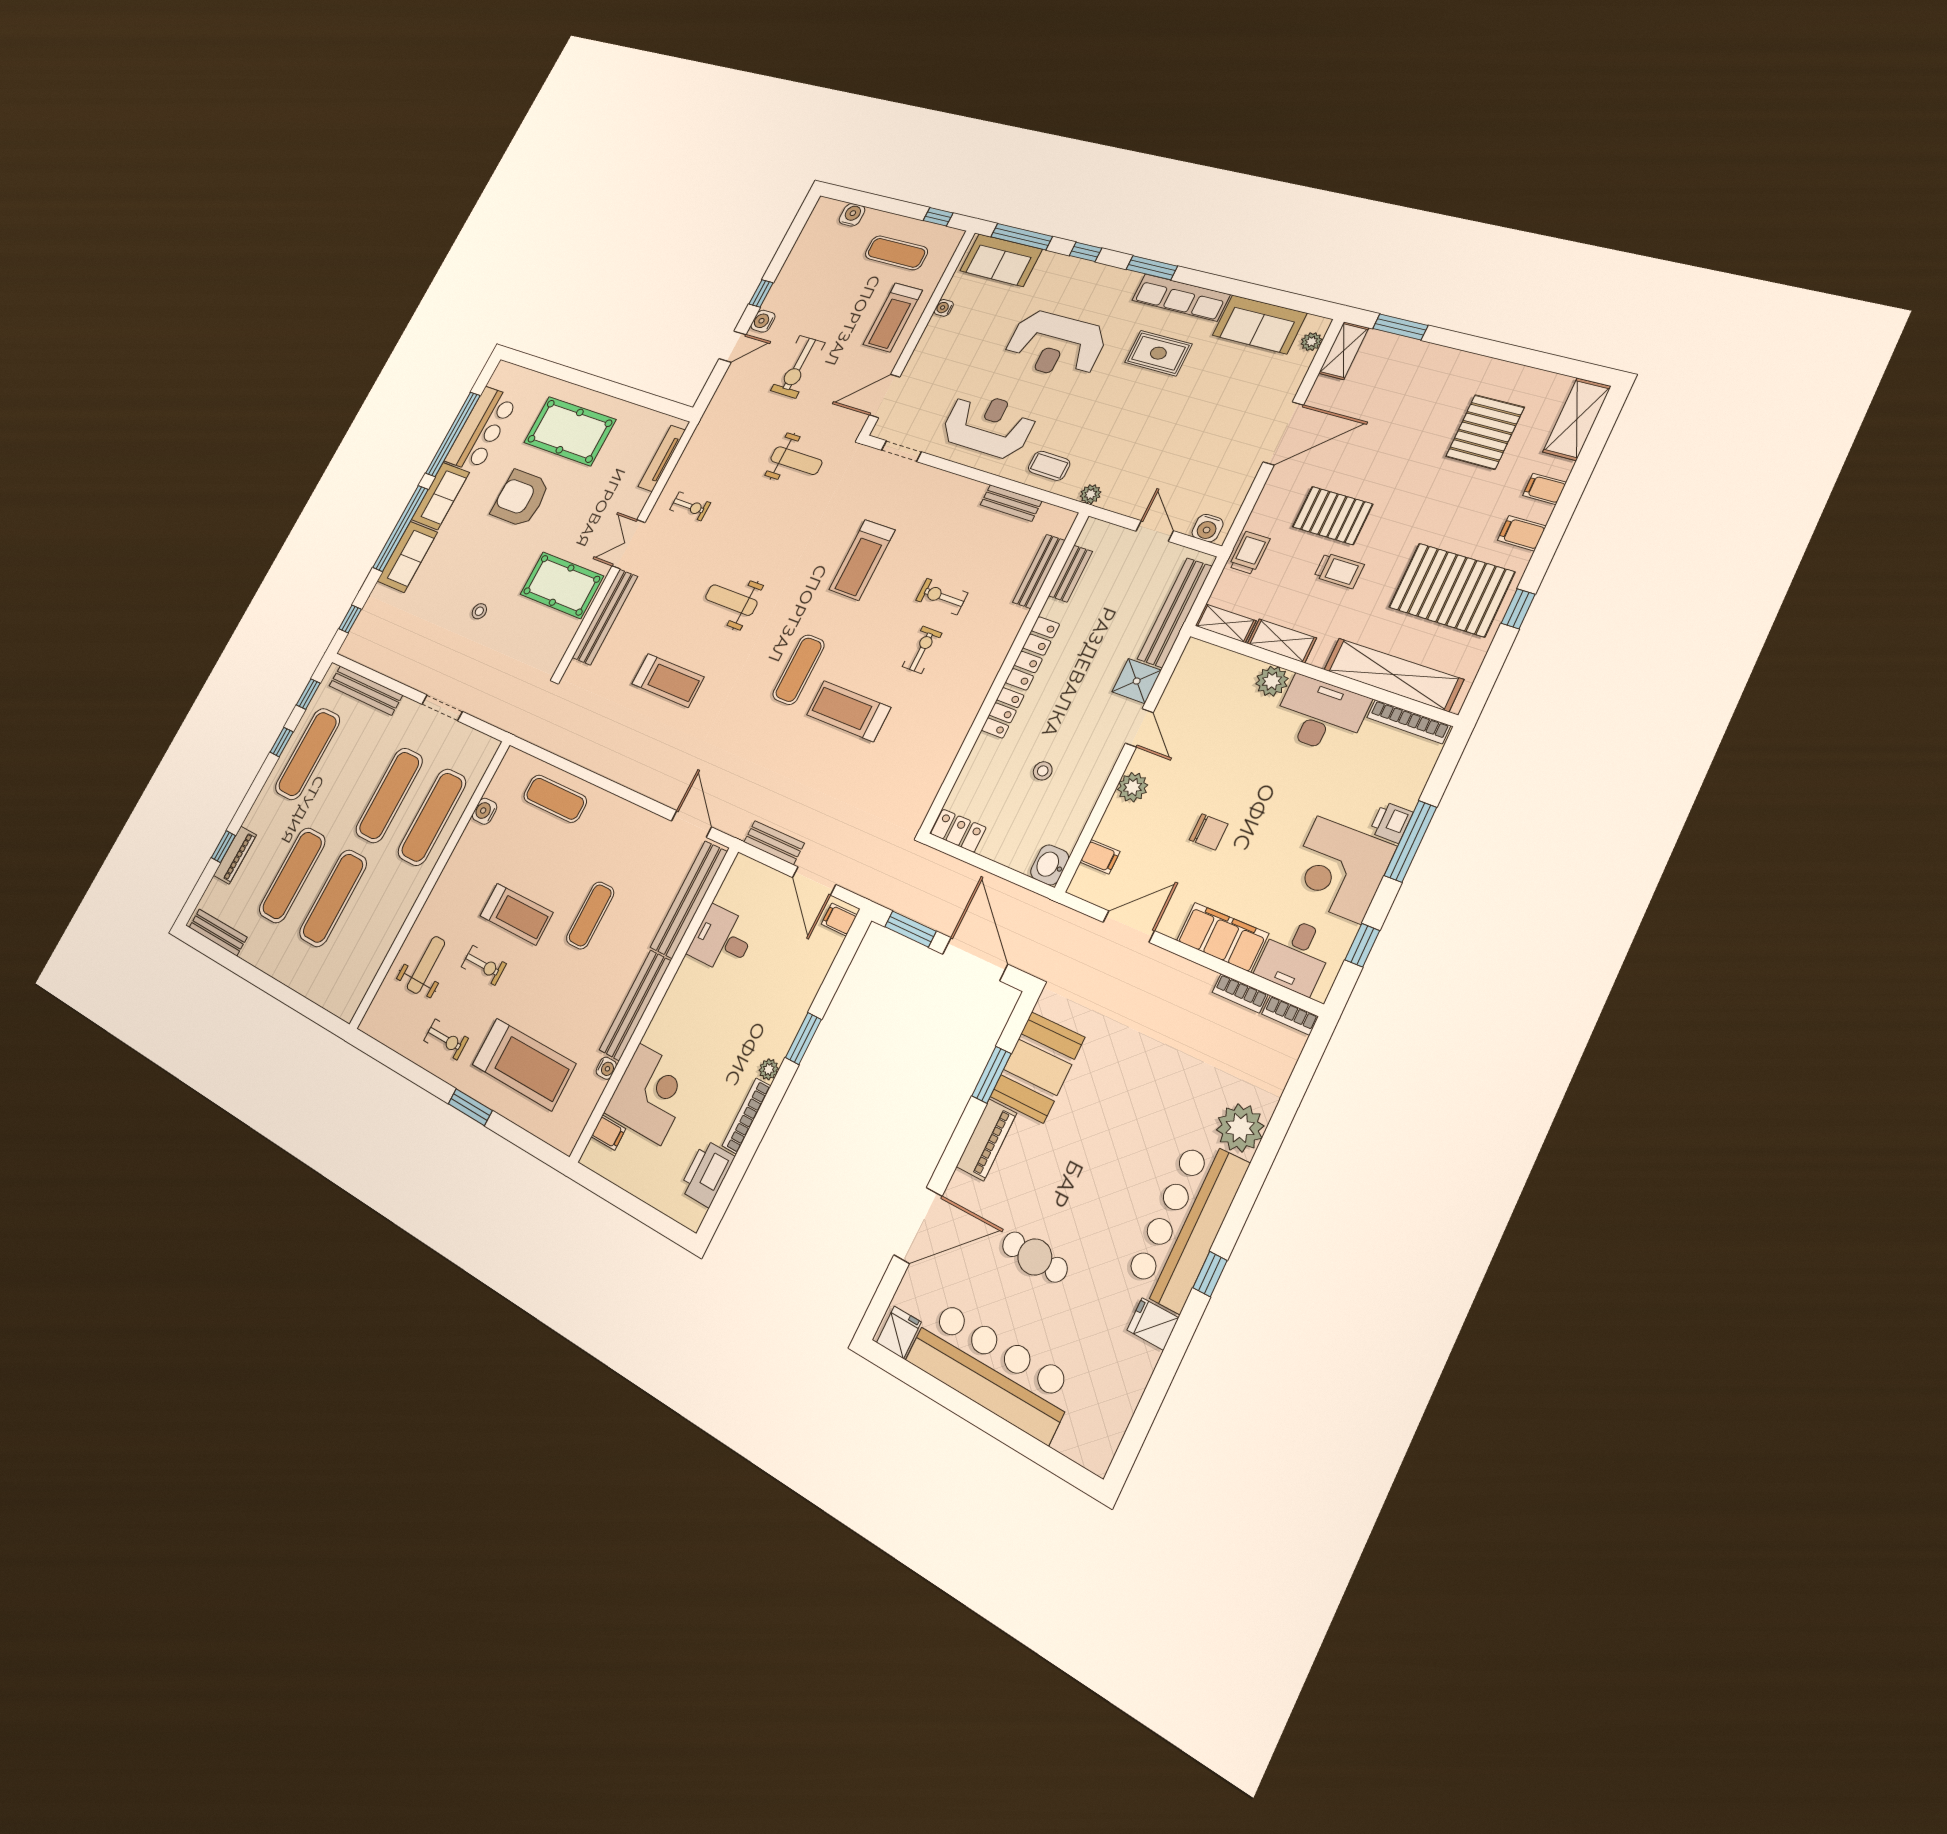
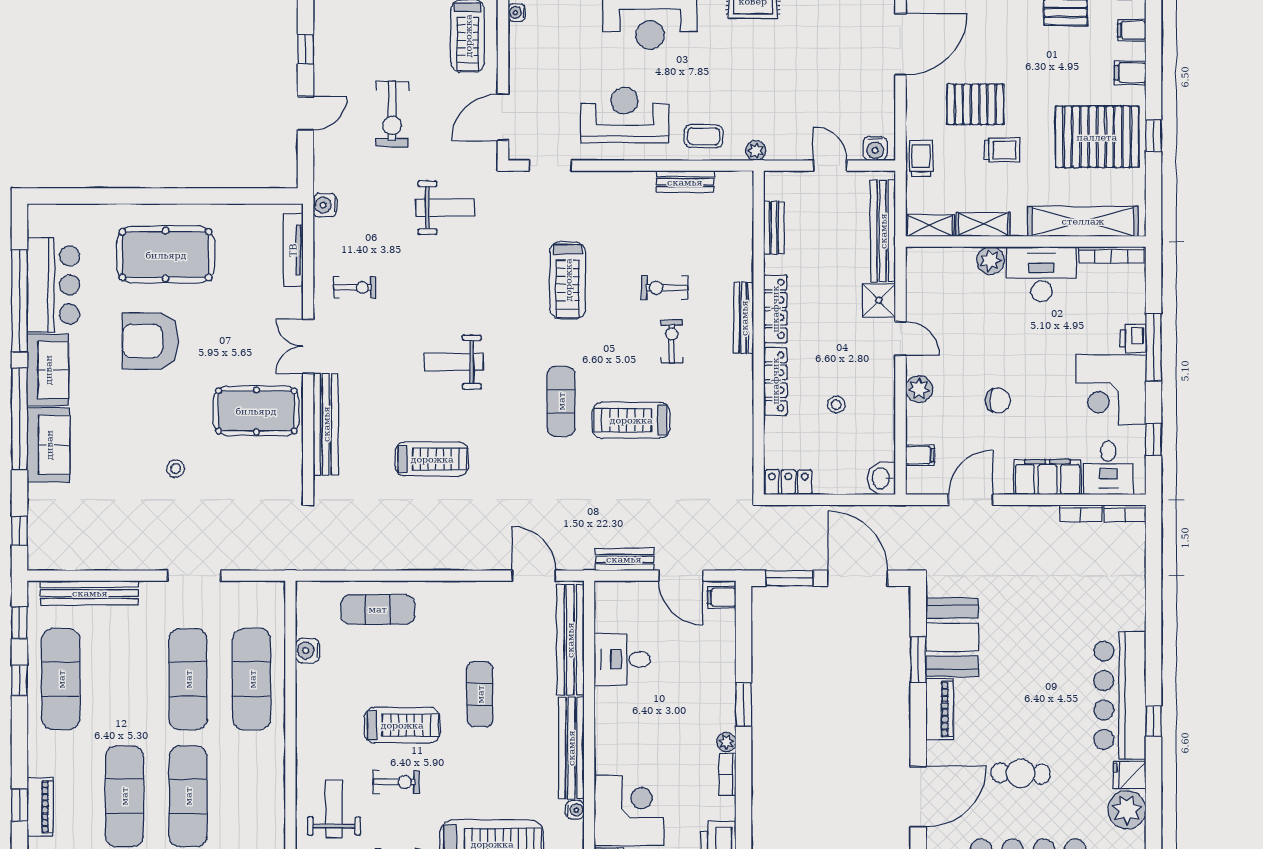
water cooler: (763, 321) -> (325, 205), moved
bench: (1039, 571) -> (744, 318), moved
locker: (1003, 713) -> (775, 381), width x1.53
bookcase: (746, 1116) -> (727, 775), width x0.64
plant: (1240, 1128) -> (1127, 810), moved

